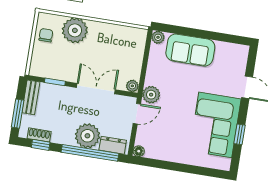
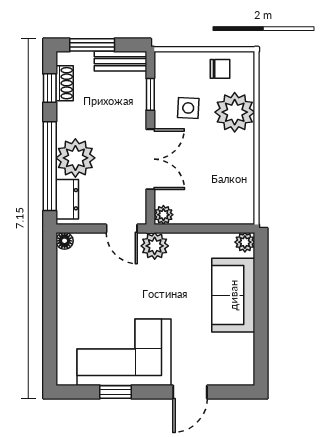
side table: (67, 59) -> (188, 108), added

